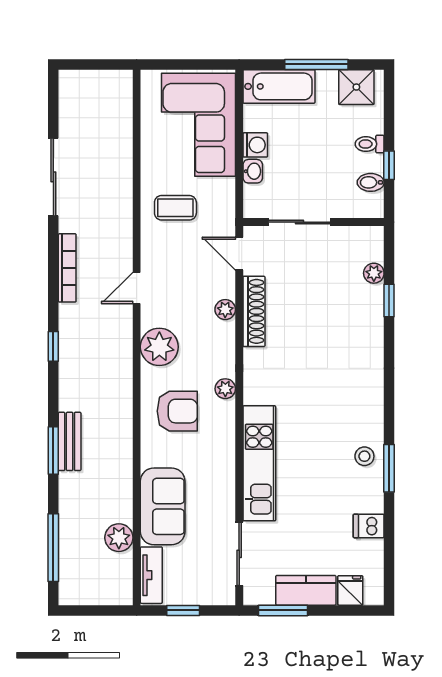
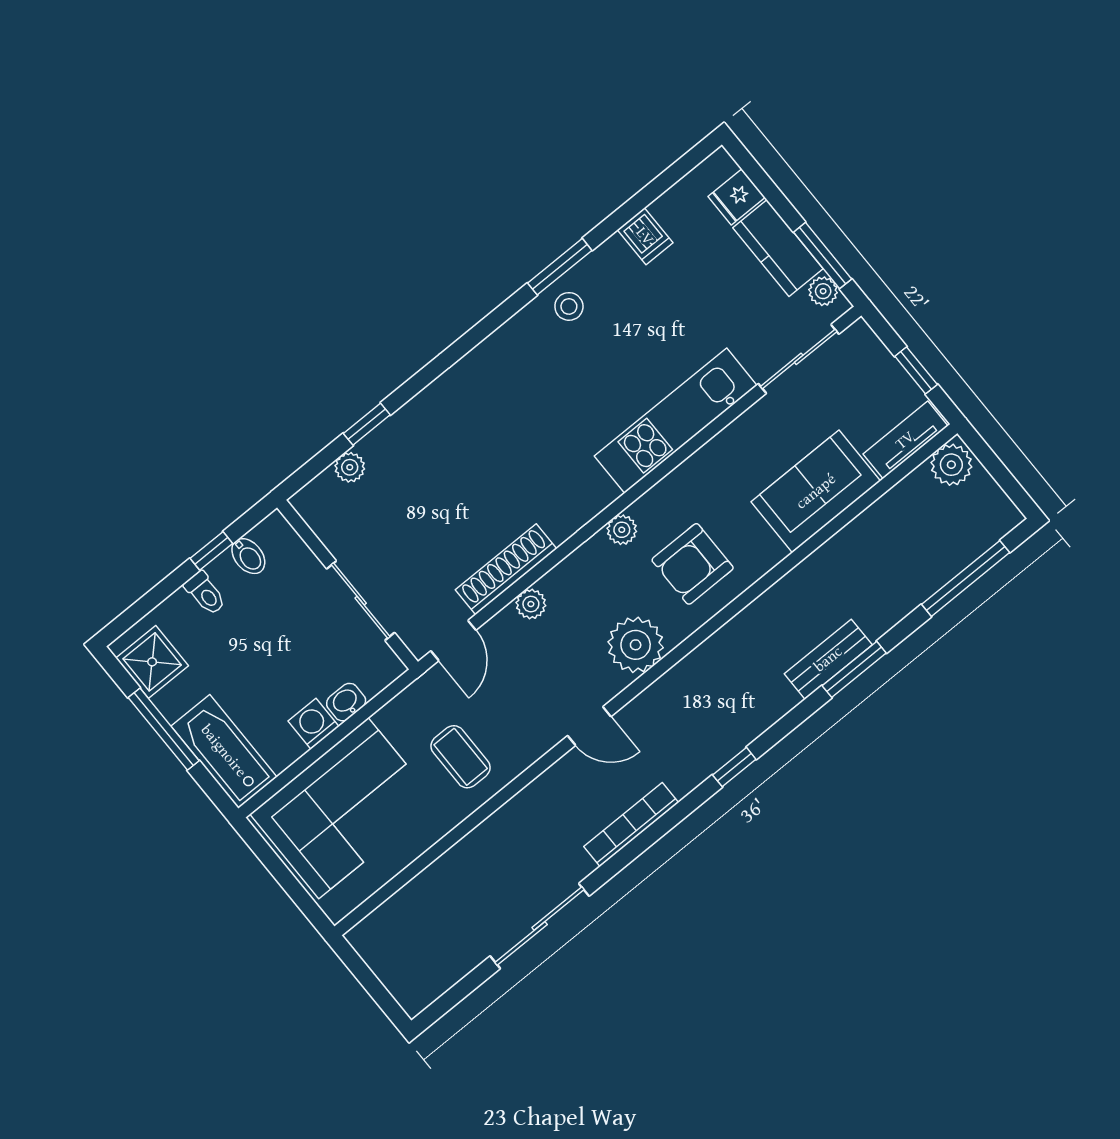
armchair: (177, 411) -> (693, 564), turned -90
plant: (119, 538) -> (951, 465), moved
plant: (264, 596) -> (823, 291), added

